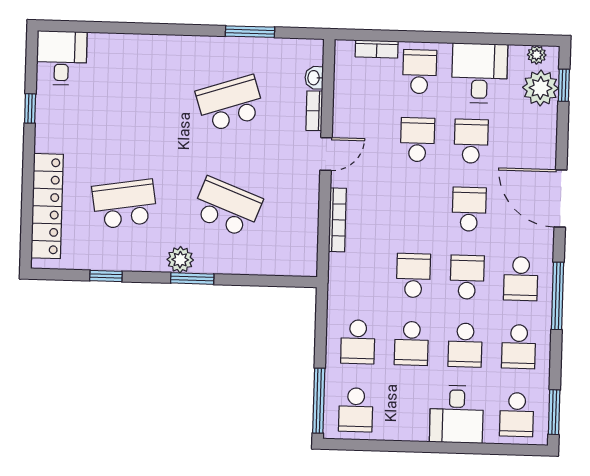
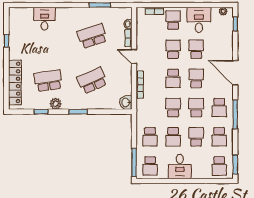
desk: (62, 58) -> (44, 19), moved
plant: (541, 88) -> (225, 25), removed
door: (326, 154) -> (134, 57), swing flipped
school desk: (227, 207) -> (92, 81), turned -45
school desk: (415, 208) -> (173, 78), added
plant: (180, 260) -> (56, 104), moved
washbasin: (304, 260) -> (126, 102), added
school desk: (465, 345) -> (196, 137), turned 180
desk: (457, 414) -> (180, 167), moved

